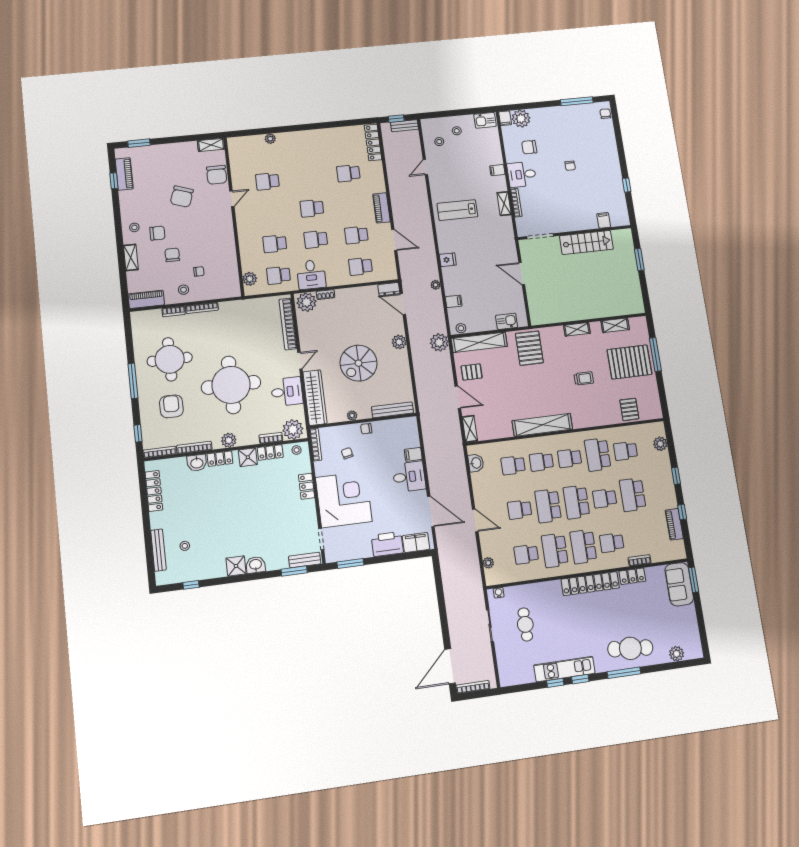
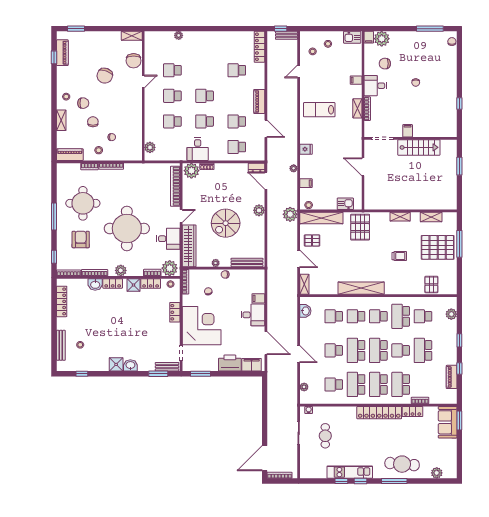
filing cabinet: (604, 220) -> (408, 131), moved
school desk: (279, 275) -> (172, 96), moved
school desk: (612, 543) -> (401, 384), width x1.85

